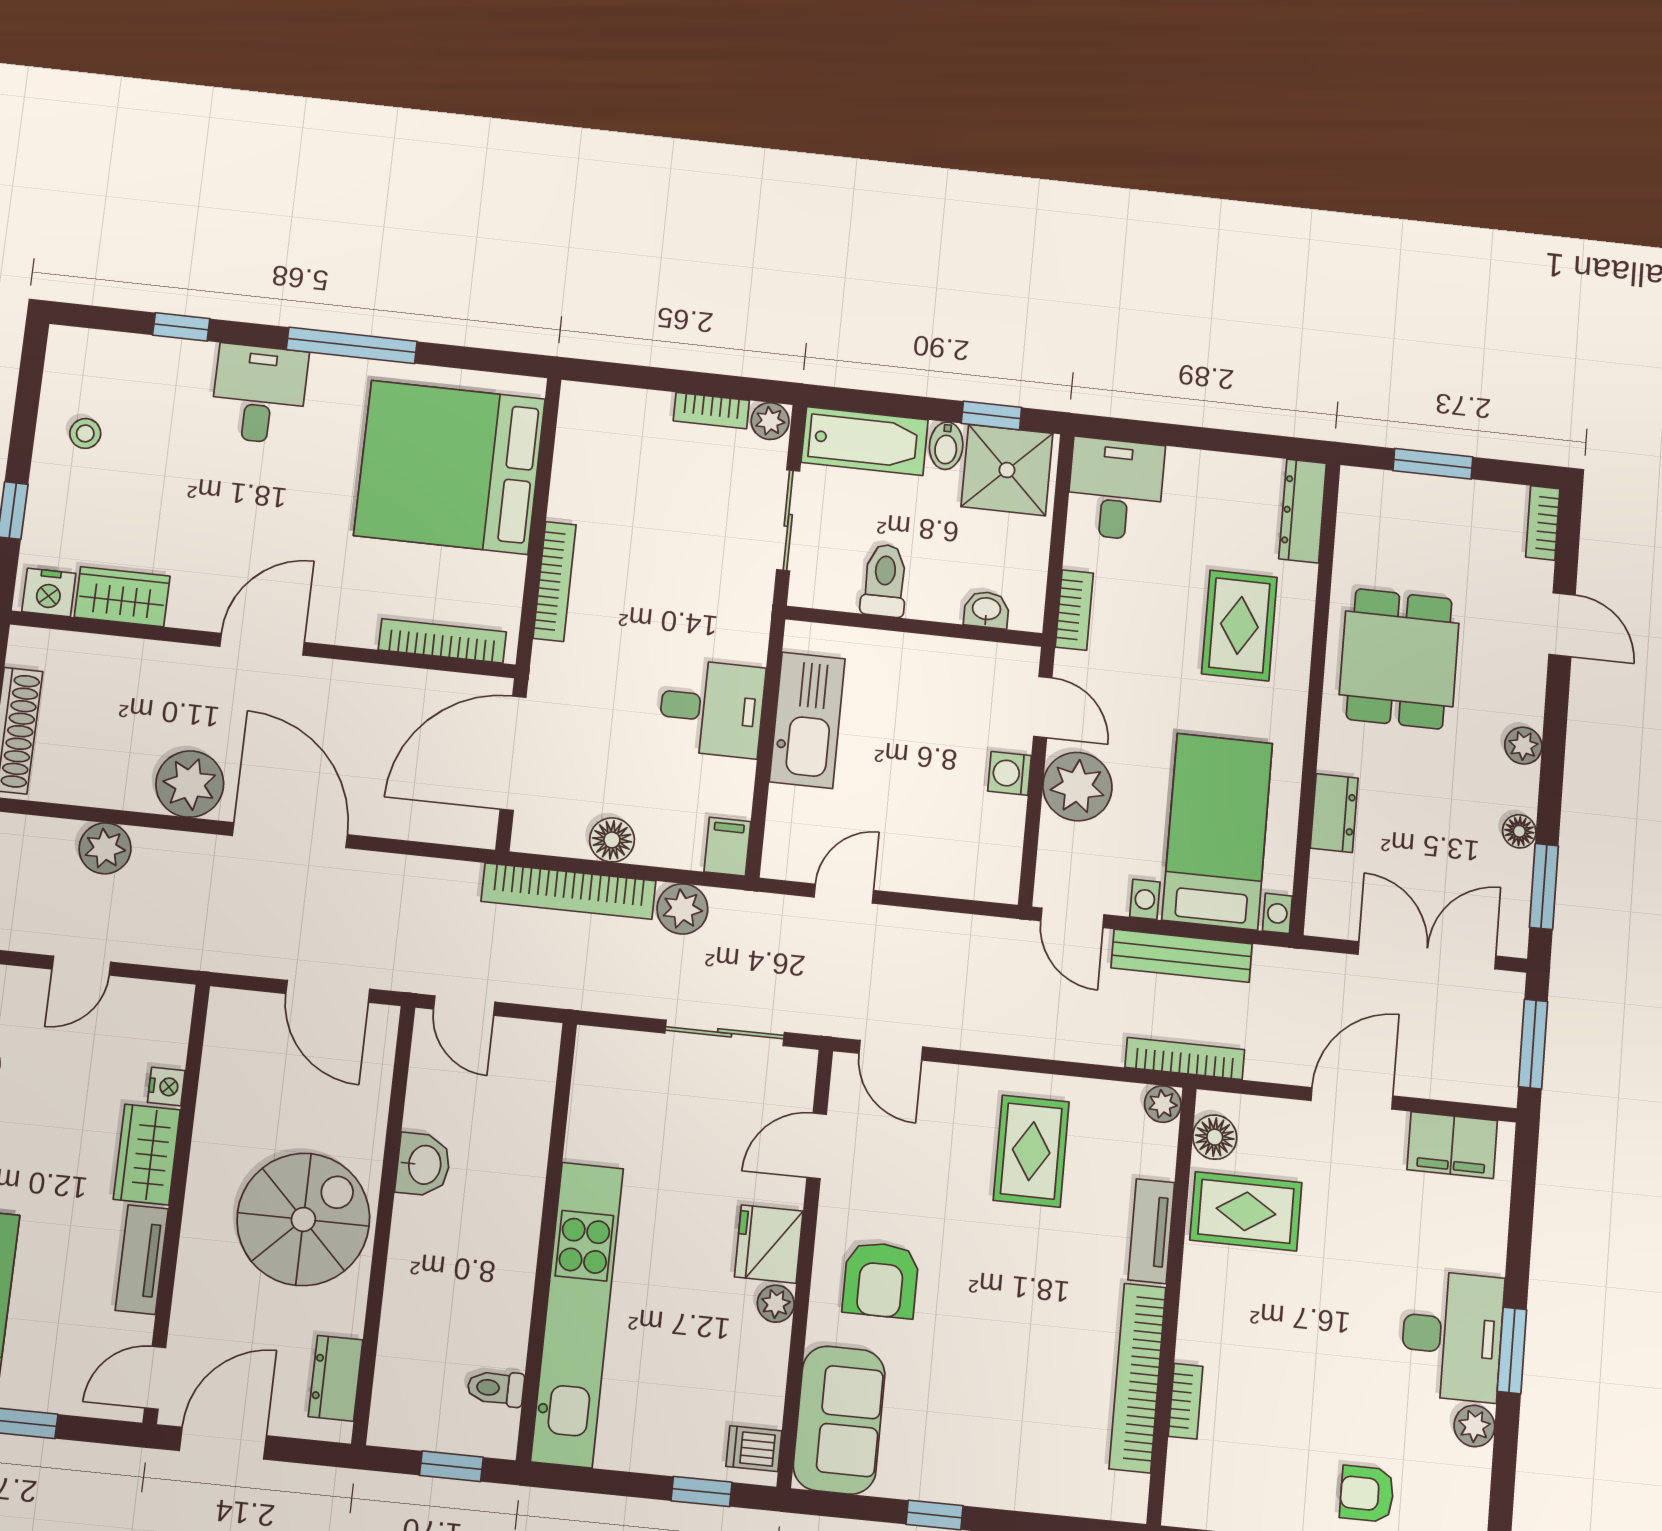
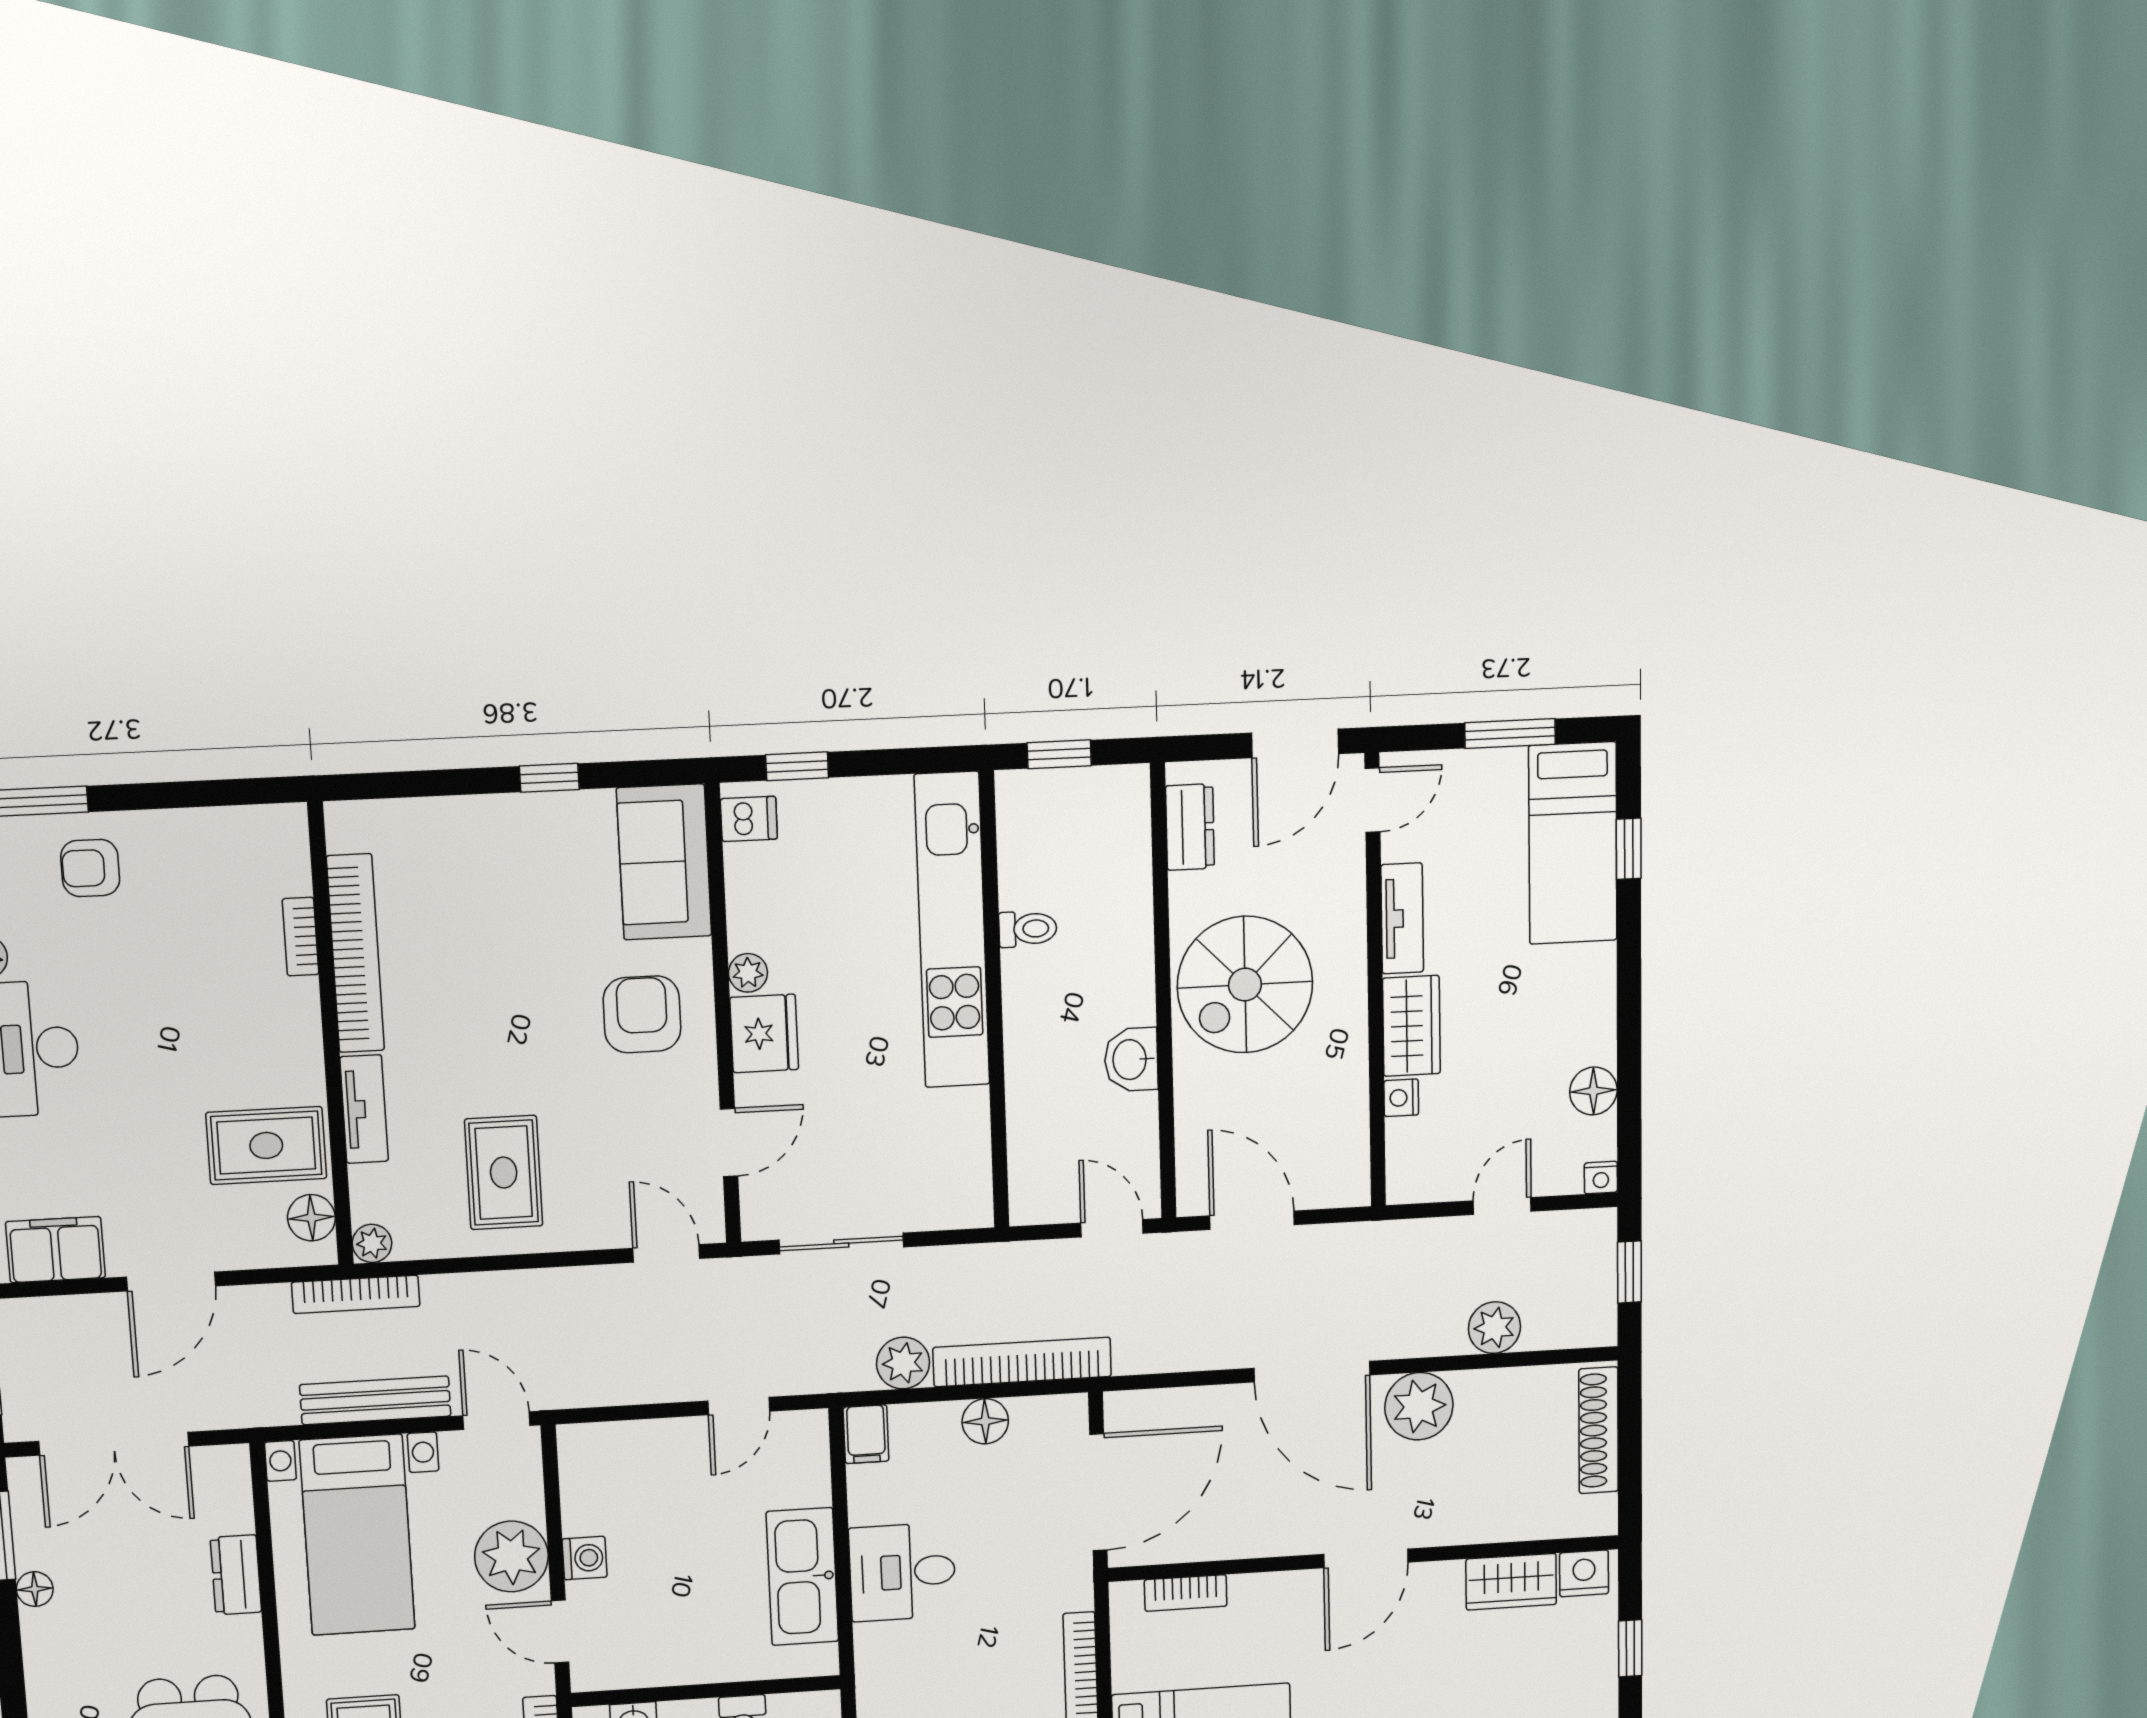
bookcase: (442, 641) -> (1186, 1593), width x0.64
plant: (1523, 746) -> (44, 1679), removed
toilet: (496, 1388) -> (1028, 929), moved
armchair: (1367, 1494) -> (90, 868), turned 180

